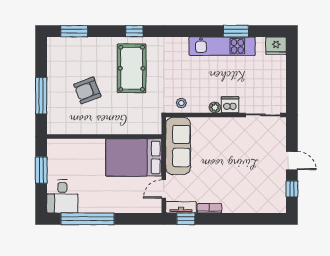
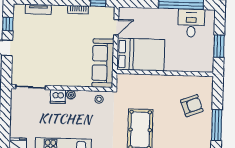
armchair: (87, 90) -> (192, 106), moved
window: (41, 96) -> (217, 125), moved
desk: (62, 196) -> (191, 23), moved
tv unit: (181, 207) -> (38, 9), moved

